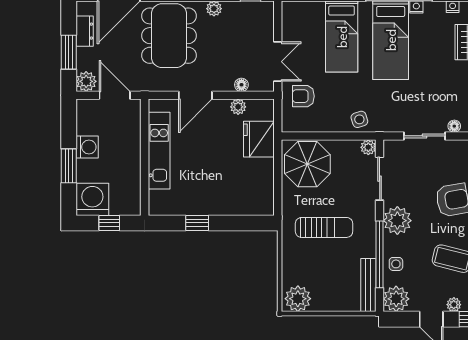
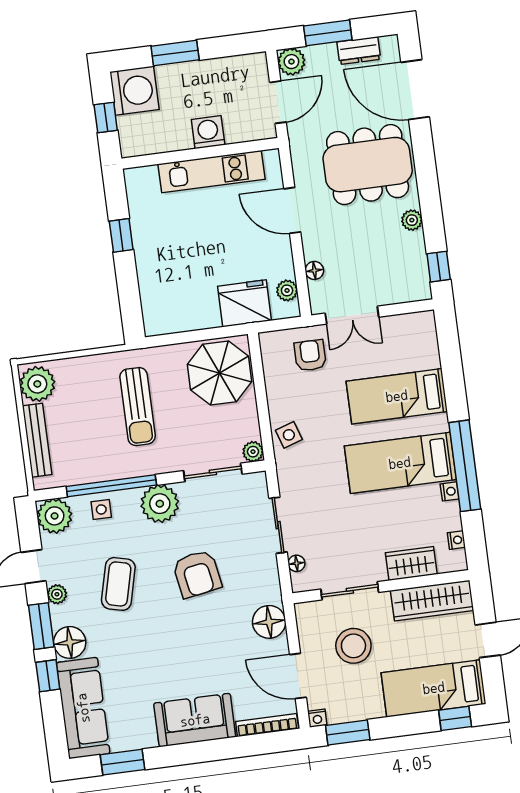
plant: (238, 107) -> (287, 290), moved
washing machine: (87, 147) -> (208, 132), moved, turned 180
bench: (368, 285) -> (37, 440), moved, turned 90

